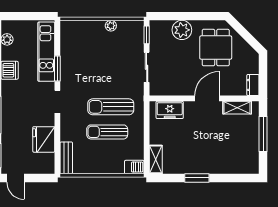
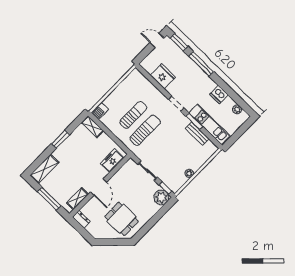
plant: (182, 30) -> (161, 197), moved
bench: (66, 158) -> (197, 134), moved
shelving: (239, 166) -> (44, 169), added

